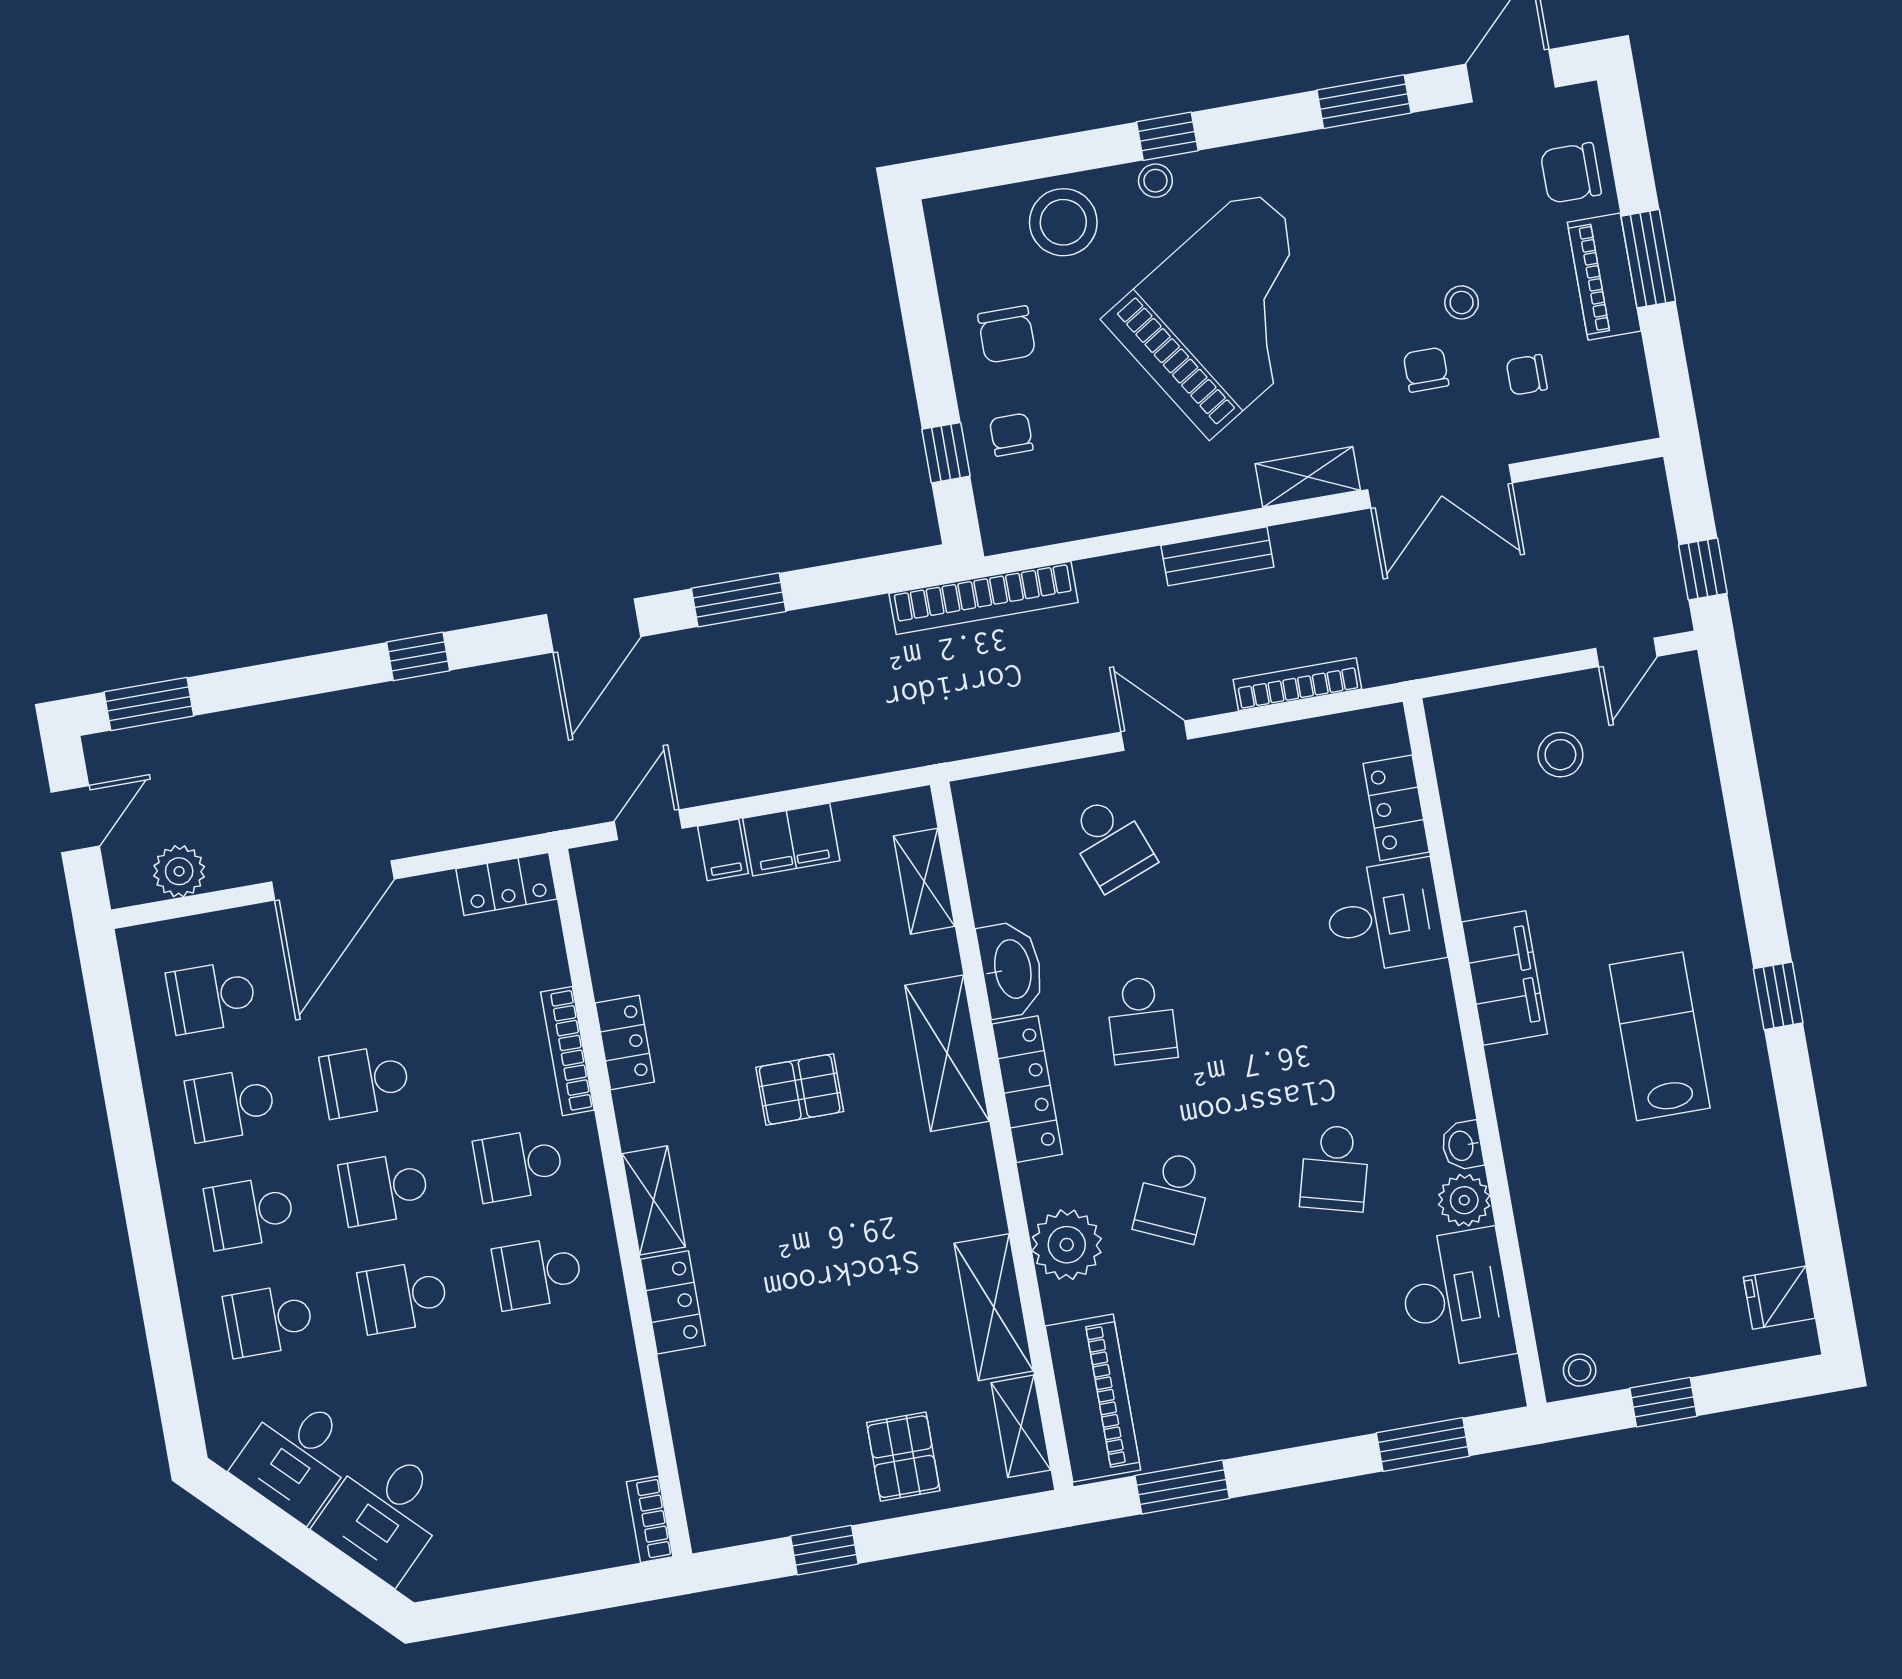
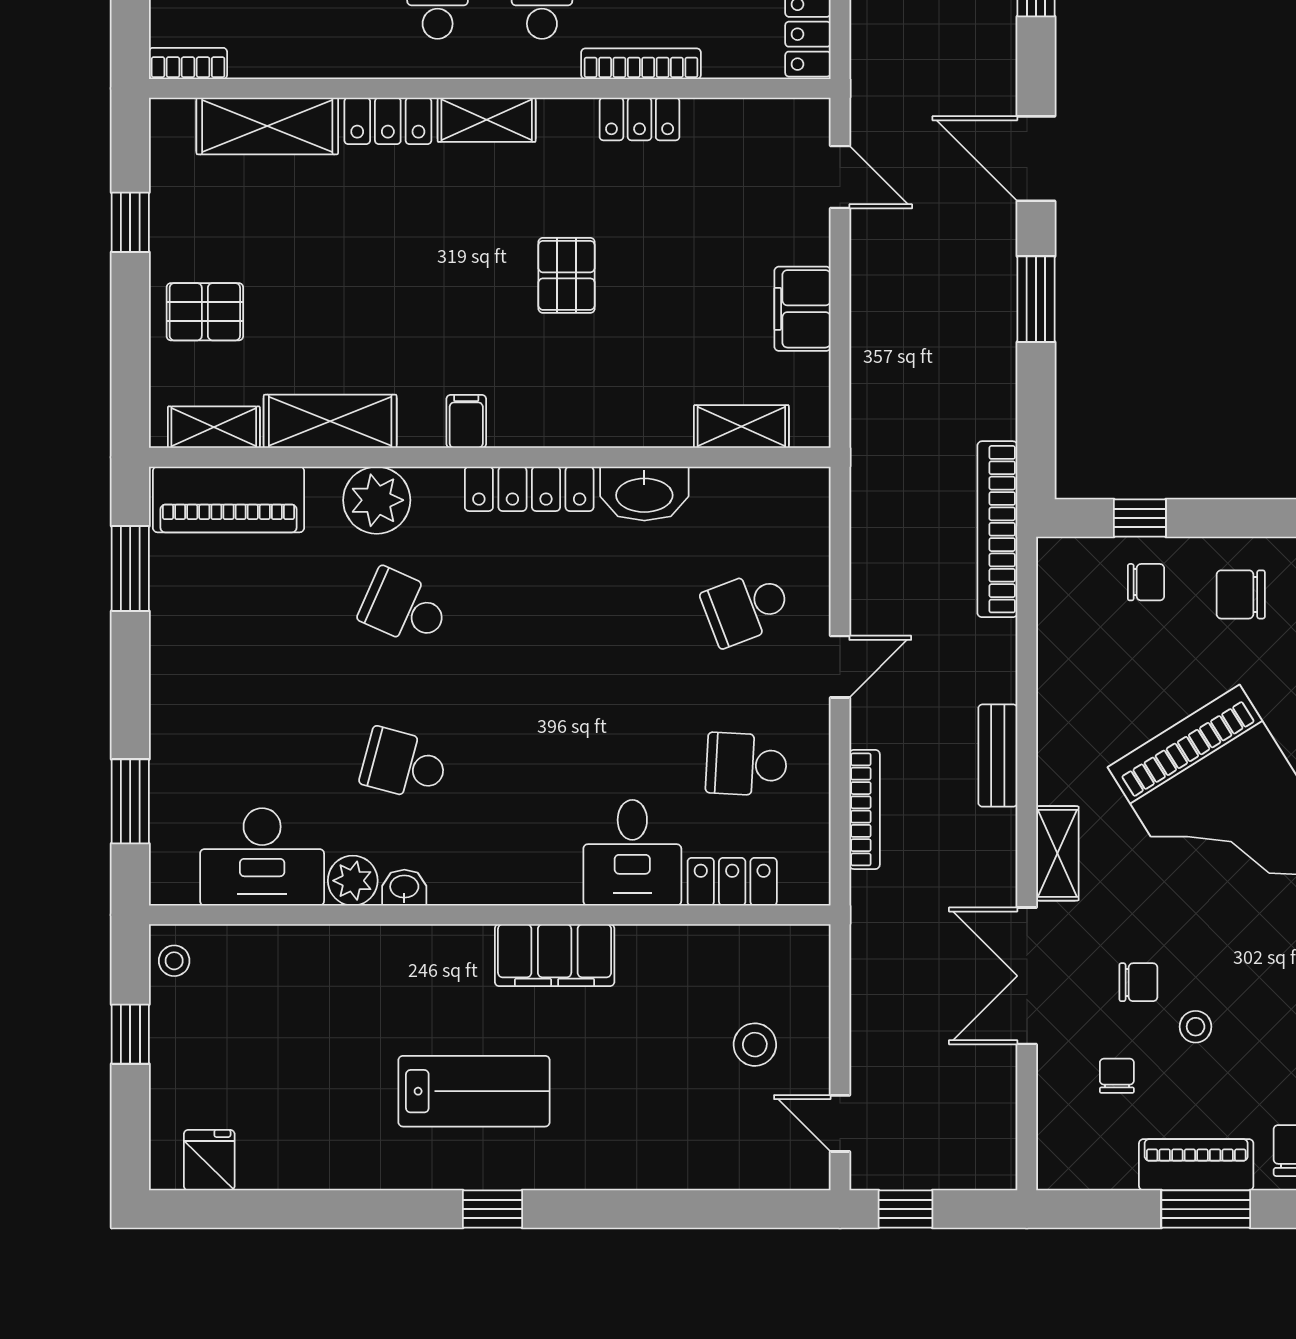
filing cabinet: (723, 850) -> (466, 421), moved, turned 90
school desk: (1142, 1020) -> (746, 764), moved
shelving: (947, 1053) -> (267, 126), moved

